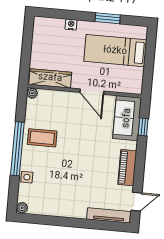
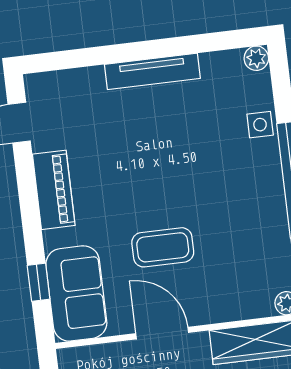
coffee table: (42, 138) -> (163, 247), moved
tv unit: (109, 215) -> (152, 71), moved

